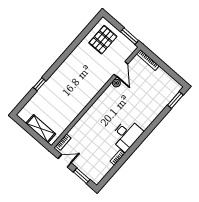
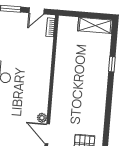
shelving: (41, 129) -> (95, 25), moved

